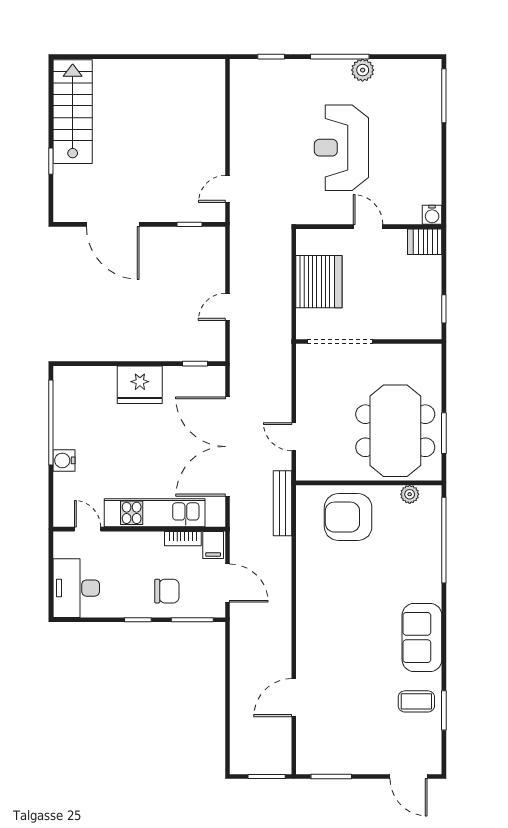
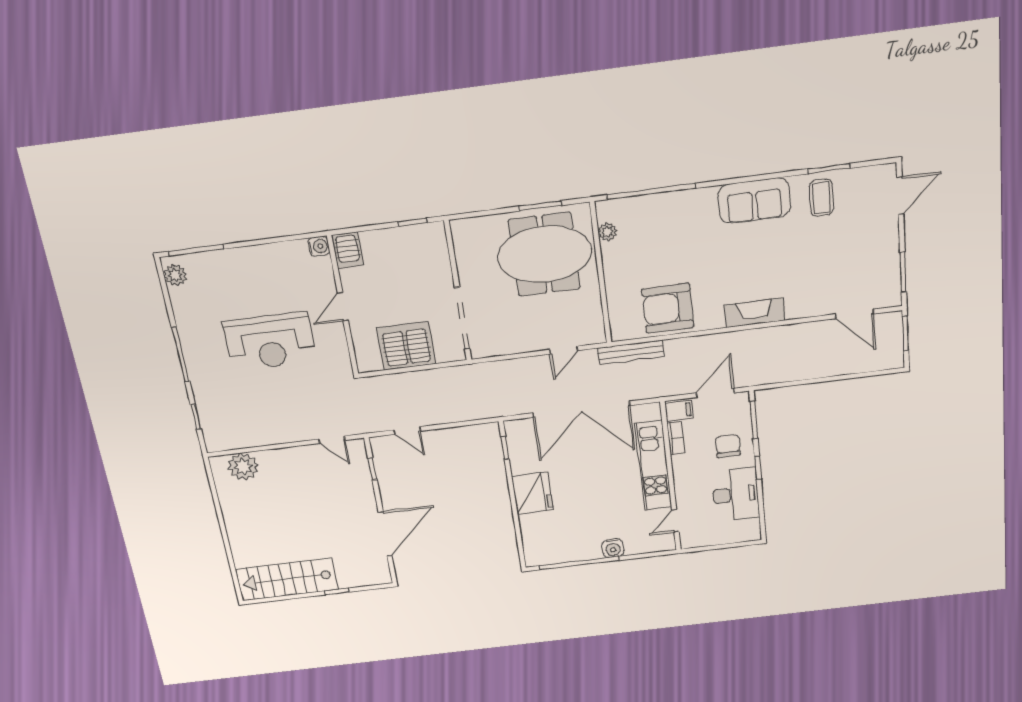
plant: (363, 70) -> (175, 275), moved
plant: (210, 93) -> (243, 467), added
door: (228, 307) -> (407, 431), moved
armchair: (348, 517) -> (668, 308), moved, turned 90
desk: (76, 588) -> (735, 494), moved, turned -90
fireplace: (308, 629) -> (755, 313), added
door: (294, 698) -> (855, 314), moved

